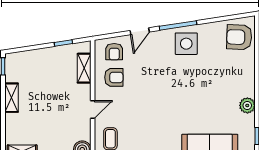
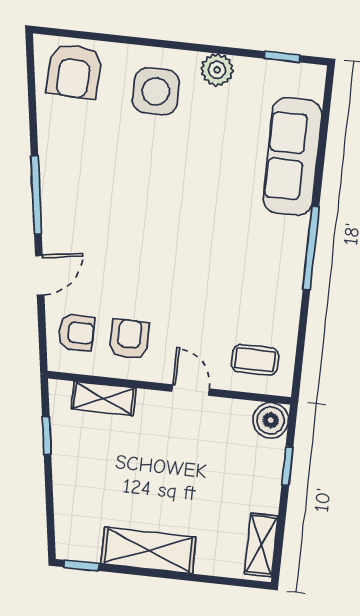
door: (140, 31) -> (40, 275), hinge flipped
side table: (186, 44) -> (156, 91), moved
shelving: (11, 98) -> (148, 550), width x1.50, depth x1.33

